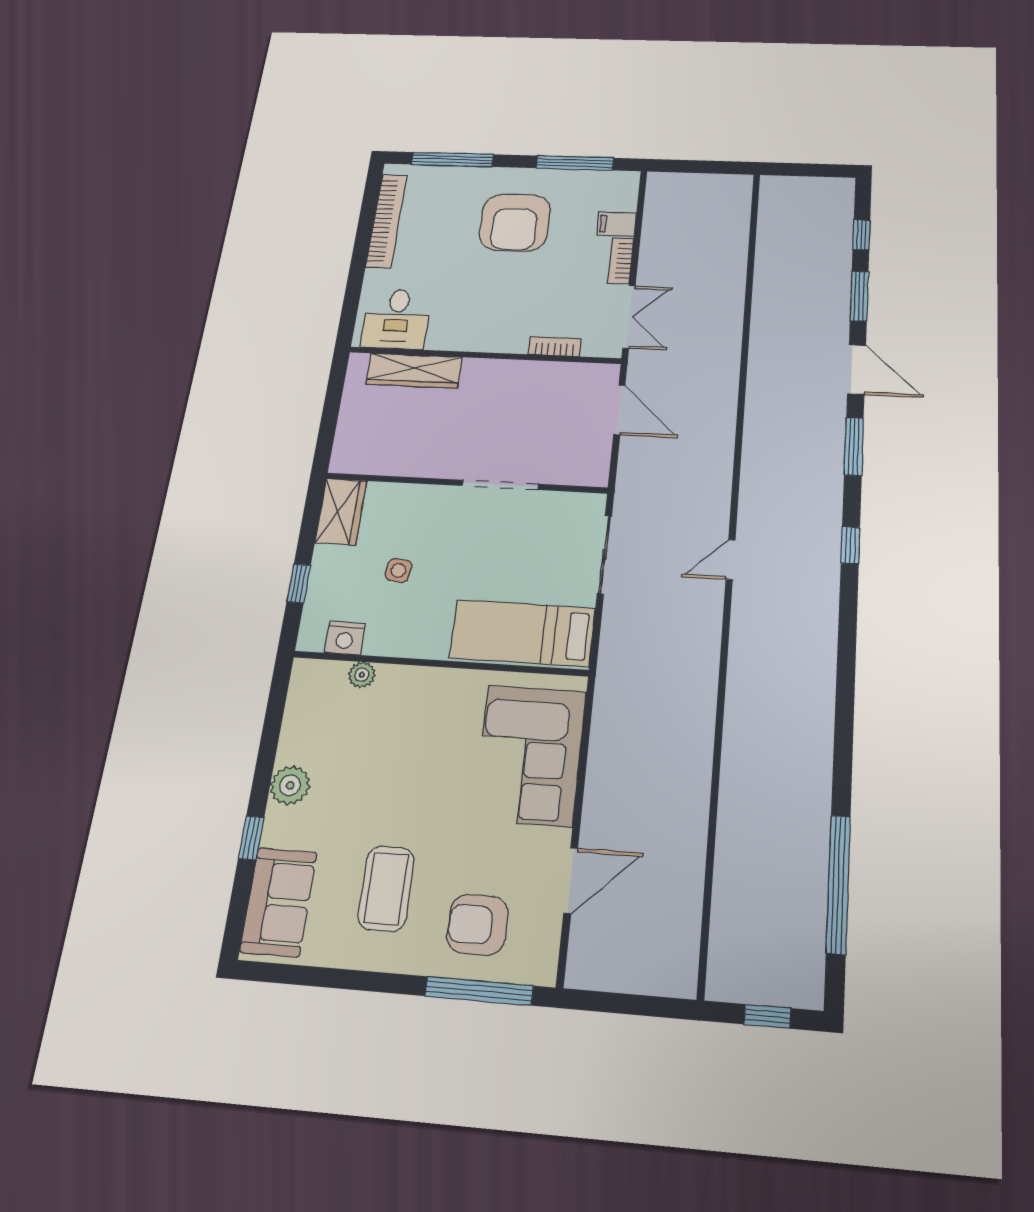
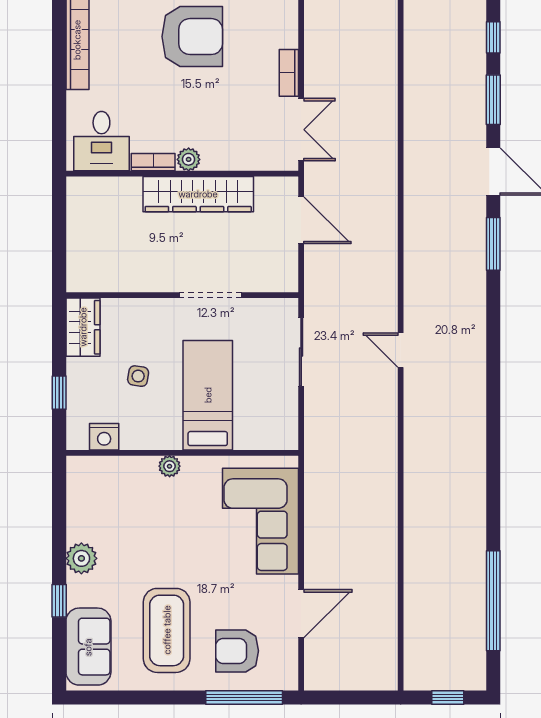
armchair: (515, 222) -> (192, 37), turned -90
filing cabinet: (616, 224) -> (282, 35), removed
plant: (494, 341) -> (189, 159), added
bookcase: (555, 347) -> (153, 162), moved
wardrobe: (414, 371) -> (198, 194), moved, width x1.40, depth x1.17
window: (850, 545) -> (493, 332), removed
door: (730, 560) -> (401, 350), hinge flipped
bed: (522, 633) -> (208, 395), moved, turned 90
plant: (362, 675) -> (170, 466), moved
coffee table: (386, 889) -> (167, 630), width x1.36, depth x1.32

